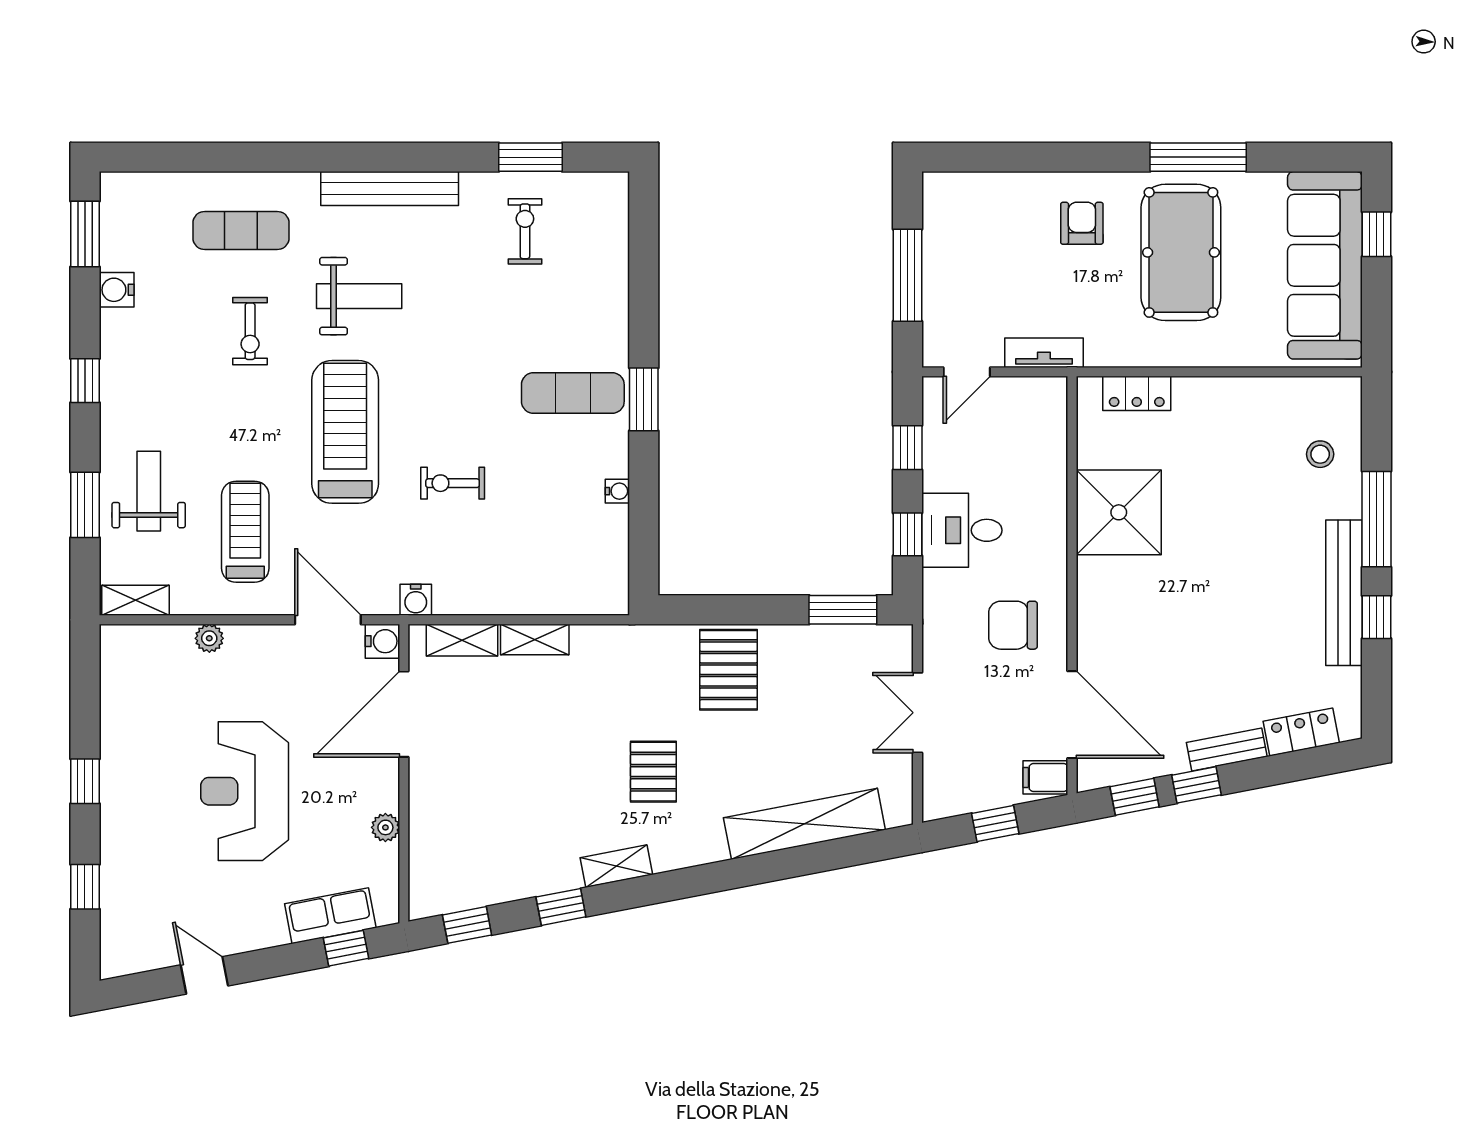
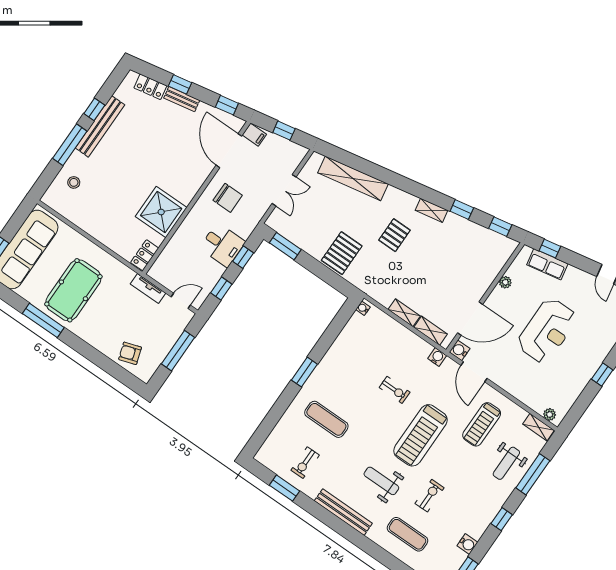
armchair: (1082, 223) -> (130, 353), moved, turned 72
exercise mat: (573, 393) -> (326, 419), moved
locker: (1137, 393) -> (145, 255), moved, turned -90
water cooler: (617, 491) -> (363, 308), moved
window: (85, 505) -> (533, 474), width x1.44
plant: (209, 638) -> (550, 414), moved
window: (1197, 785) -> (180, 84), moved

